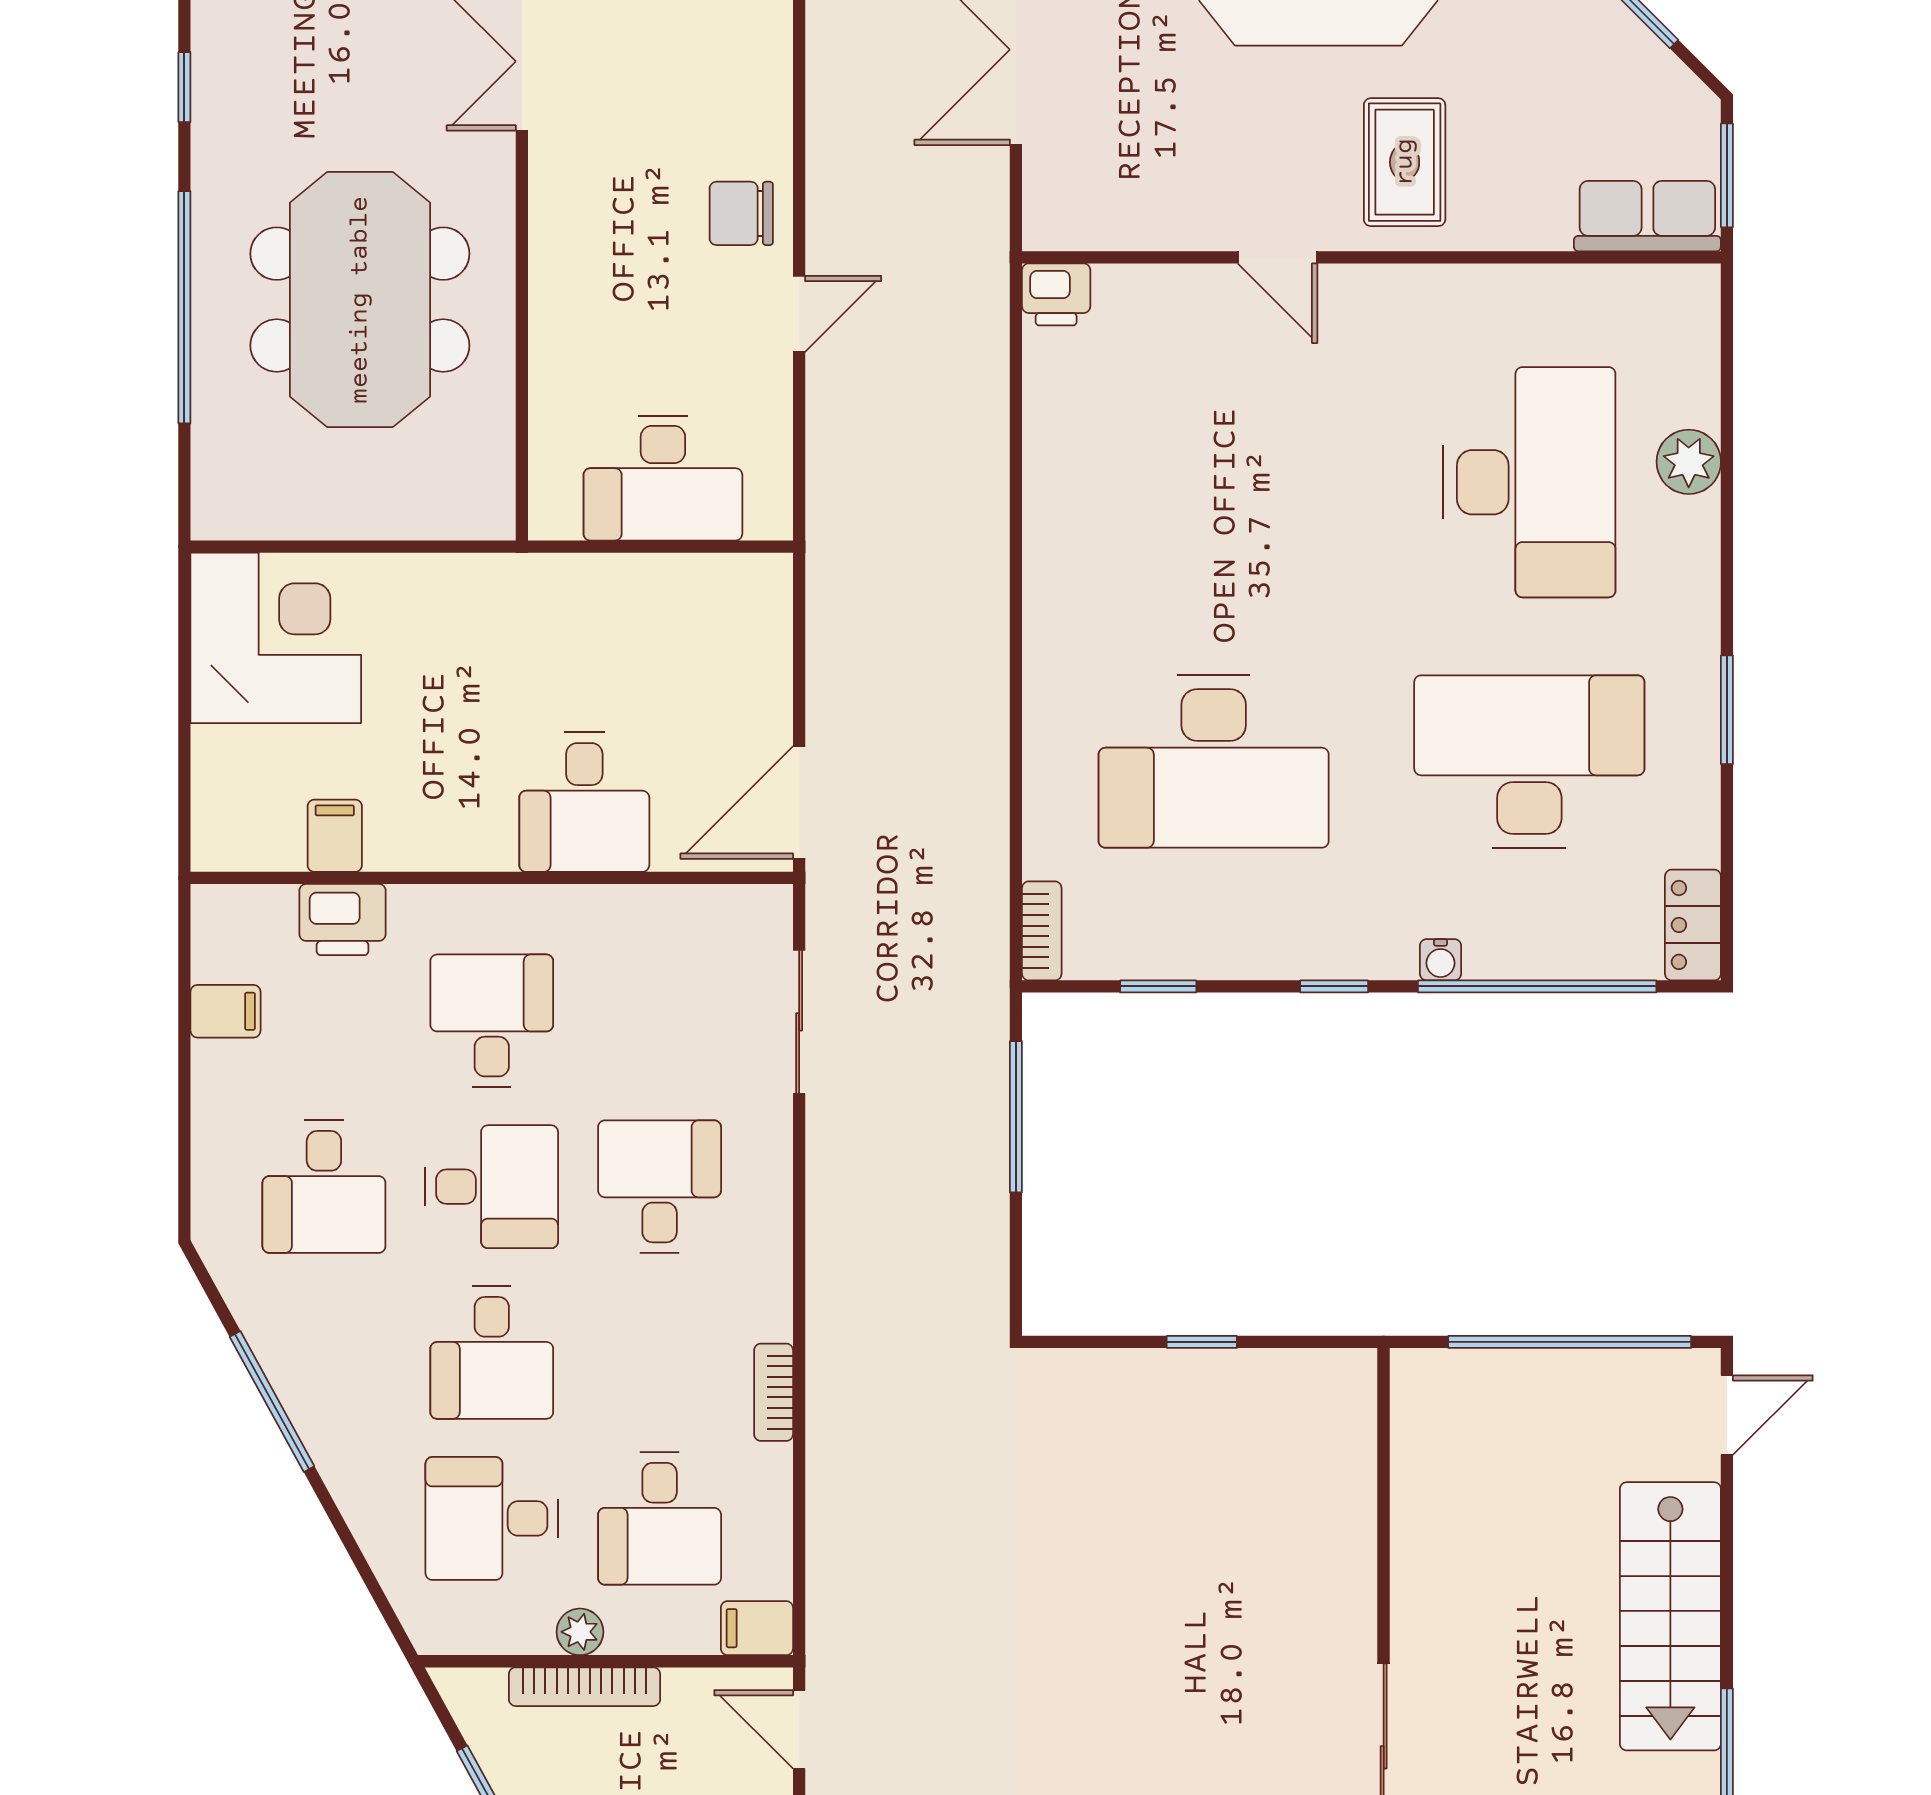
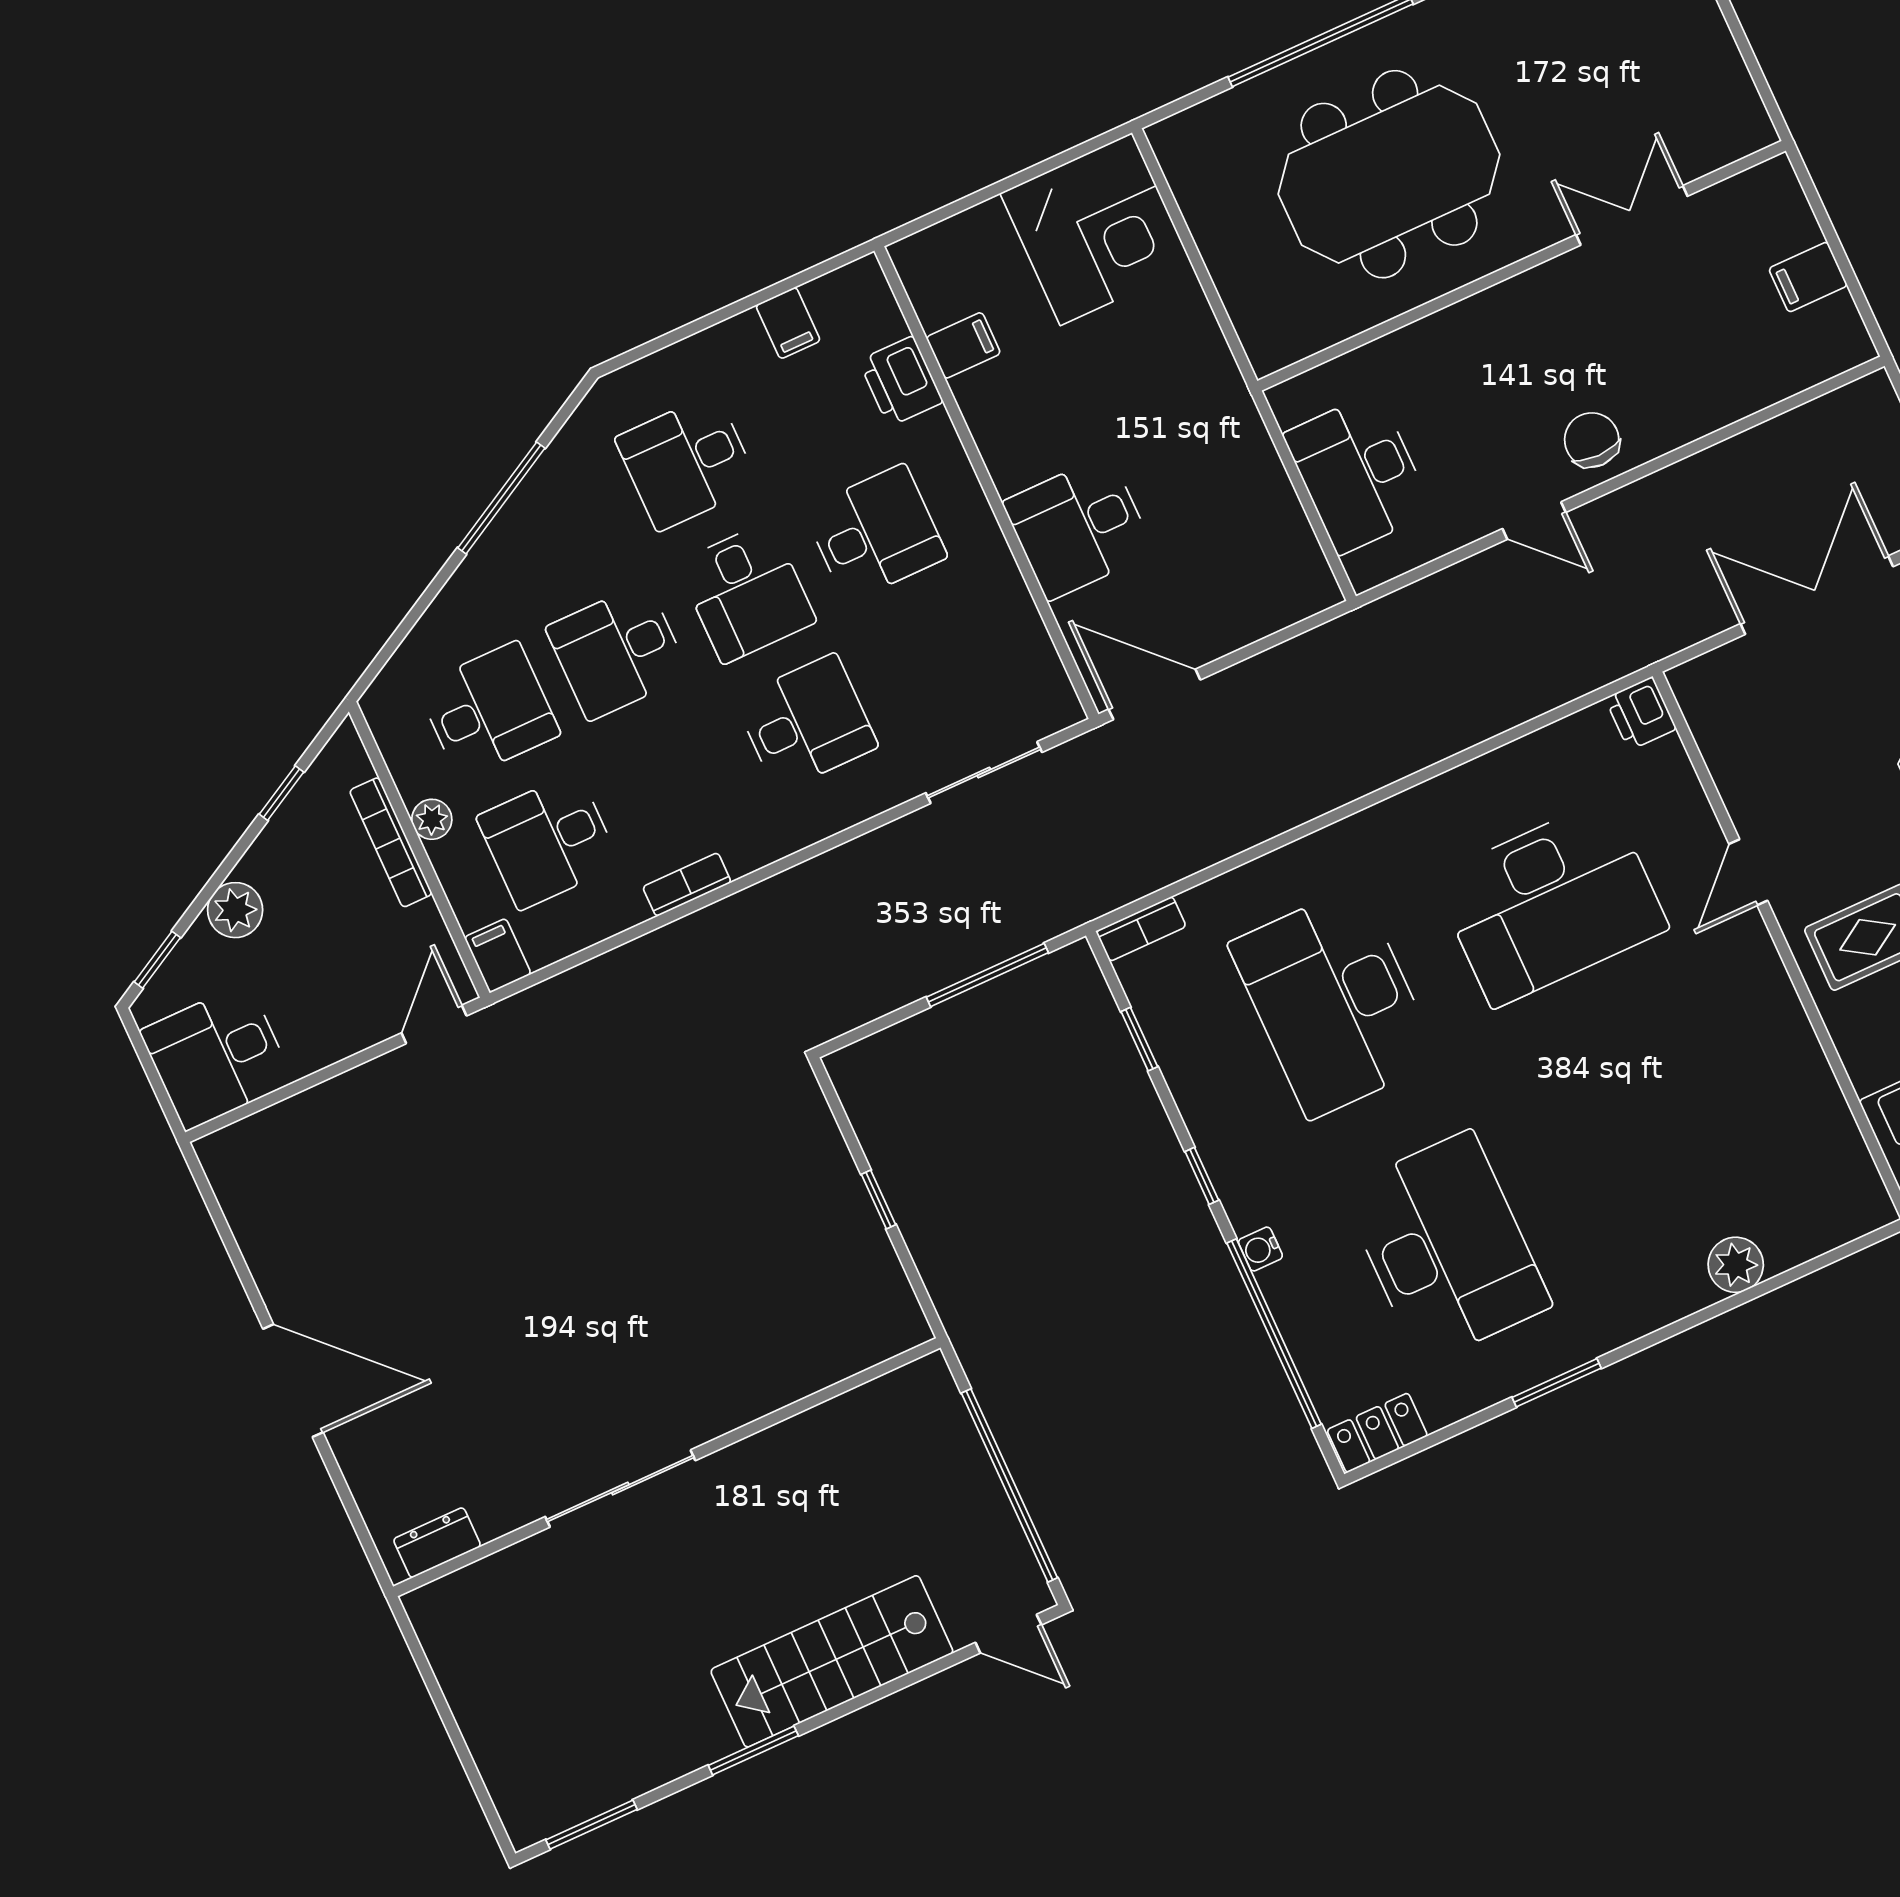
desk: (1529, 482) -> (1551, 903), moved
desk: (492, 1518) -> (489, 710), turned 90

